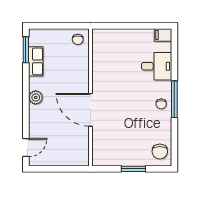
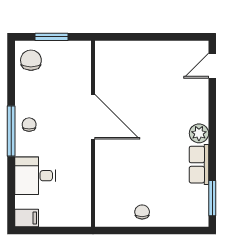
row of seats: (36, 61) -> (199, 165), moved
wall: (91, 97) -> (93, 134), moved
door: (91, 110) -> (93, 117), moved
window: (133, 169) -> (52, 37), moved

